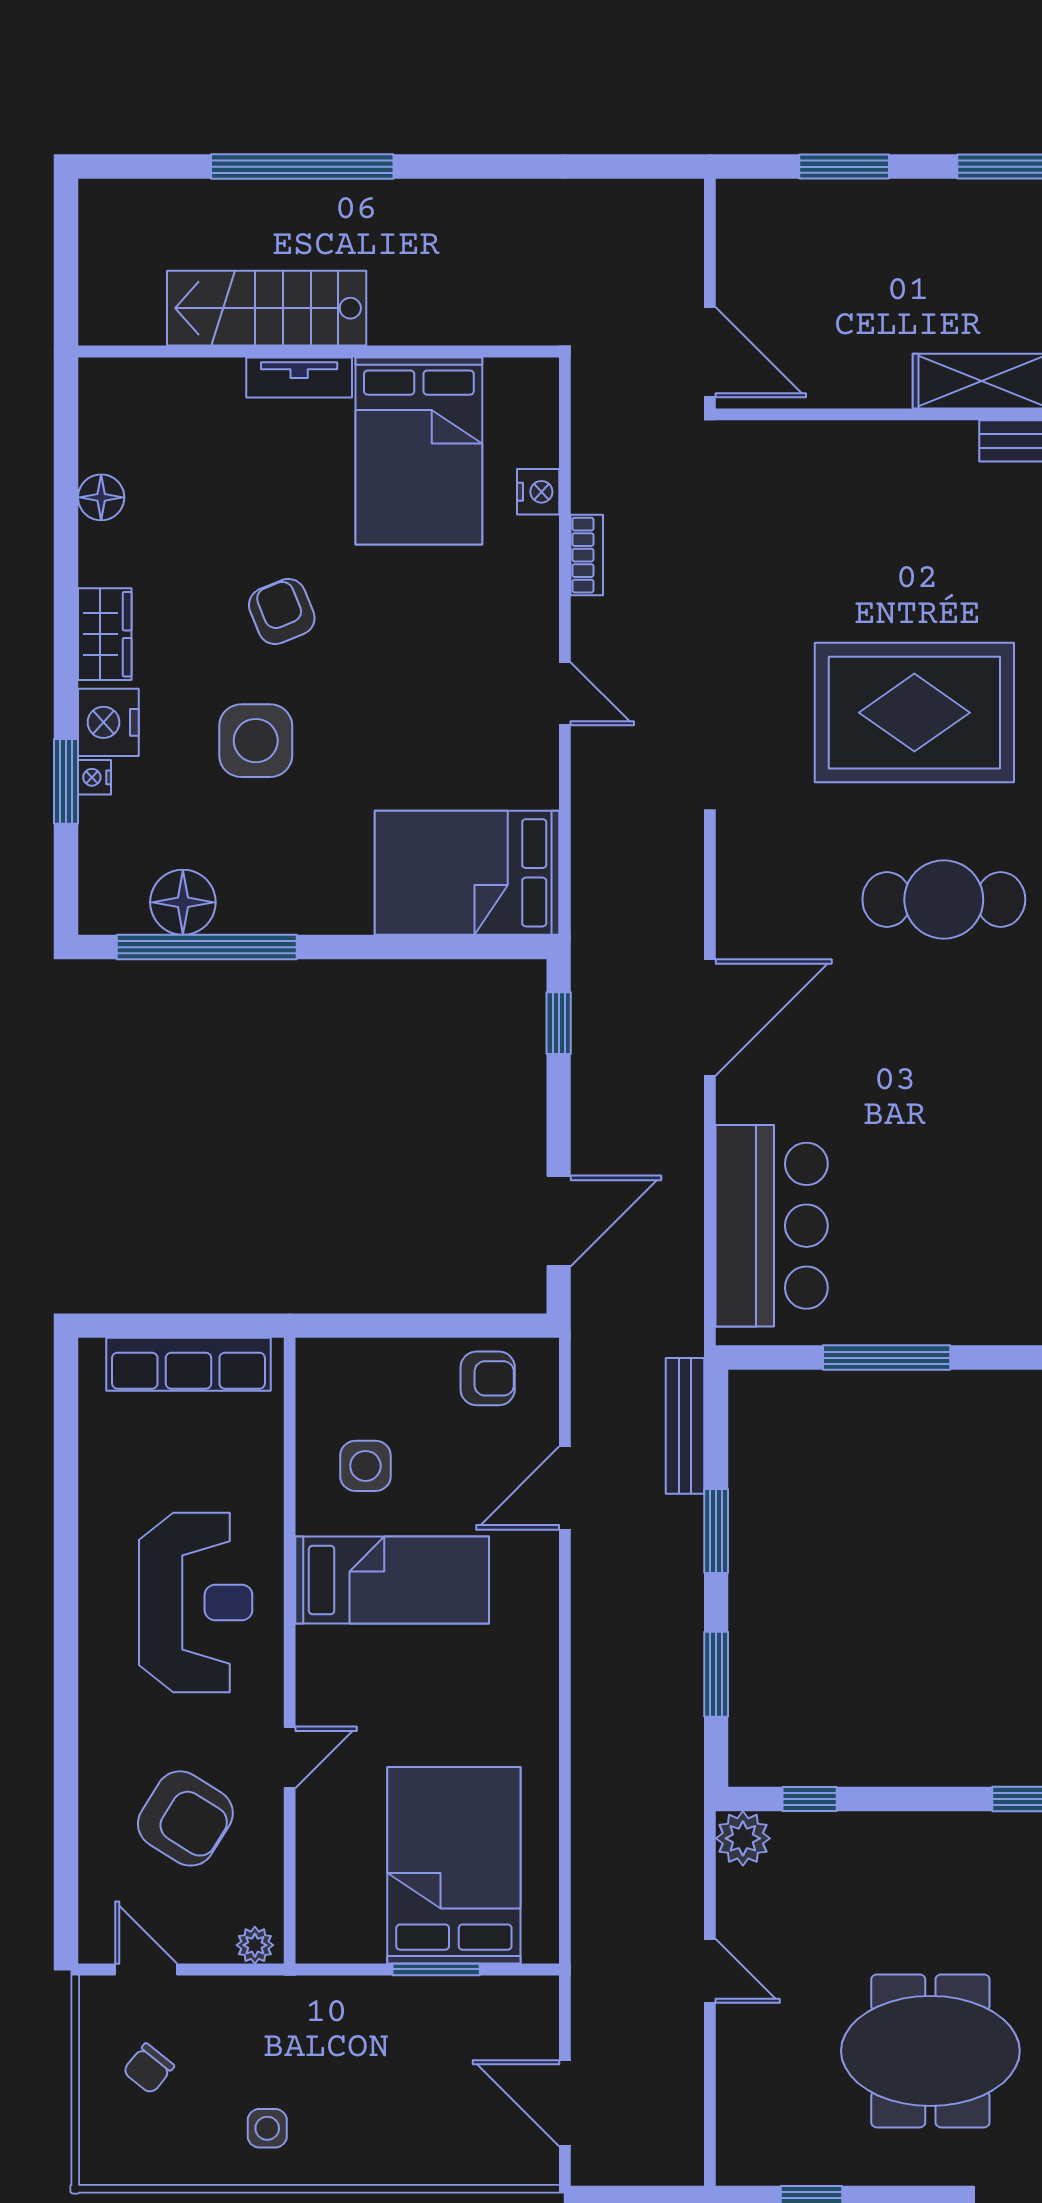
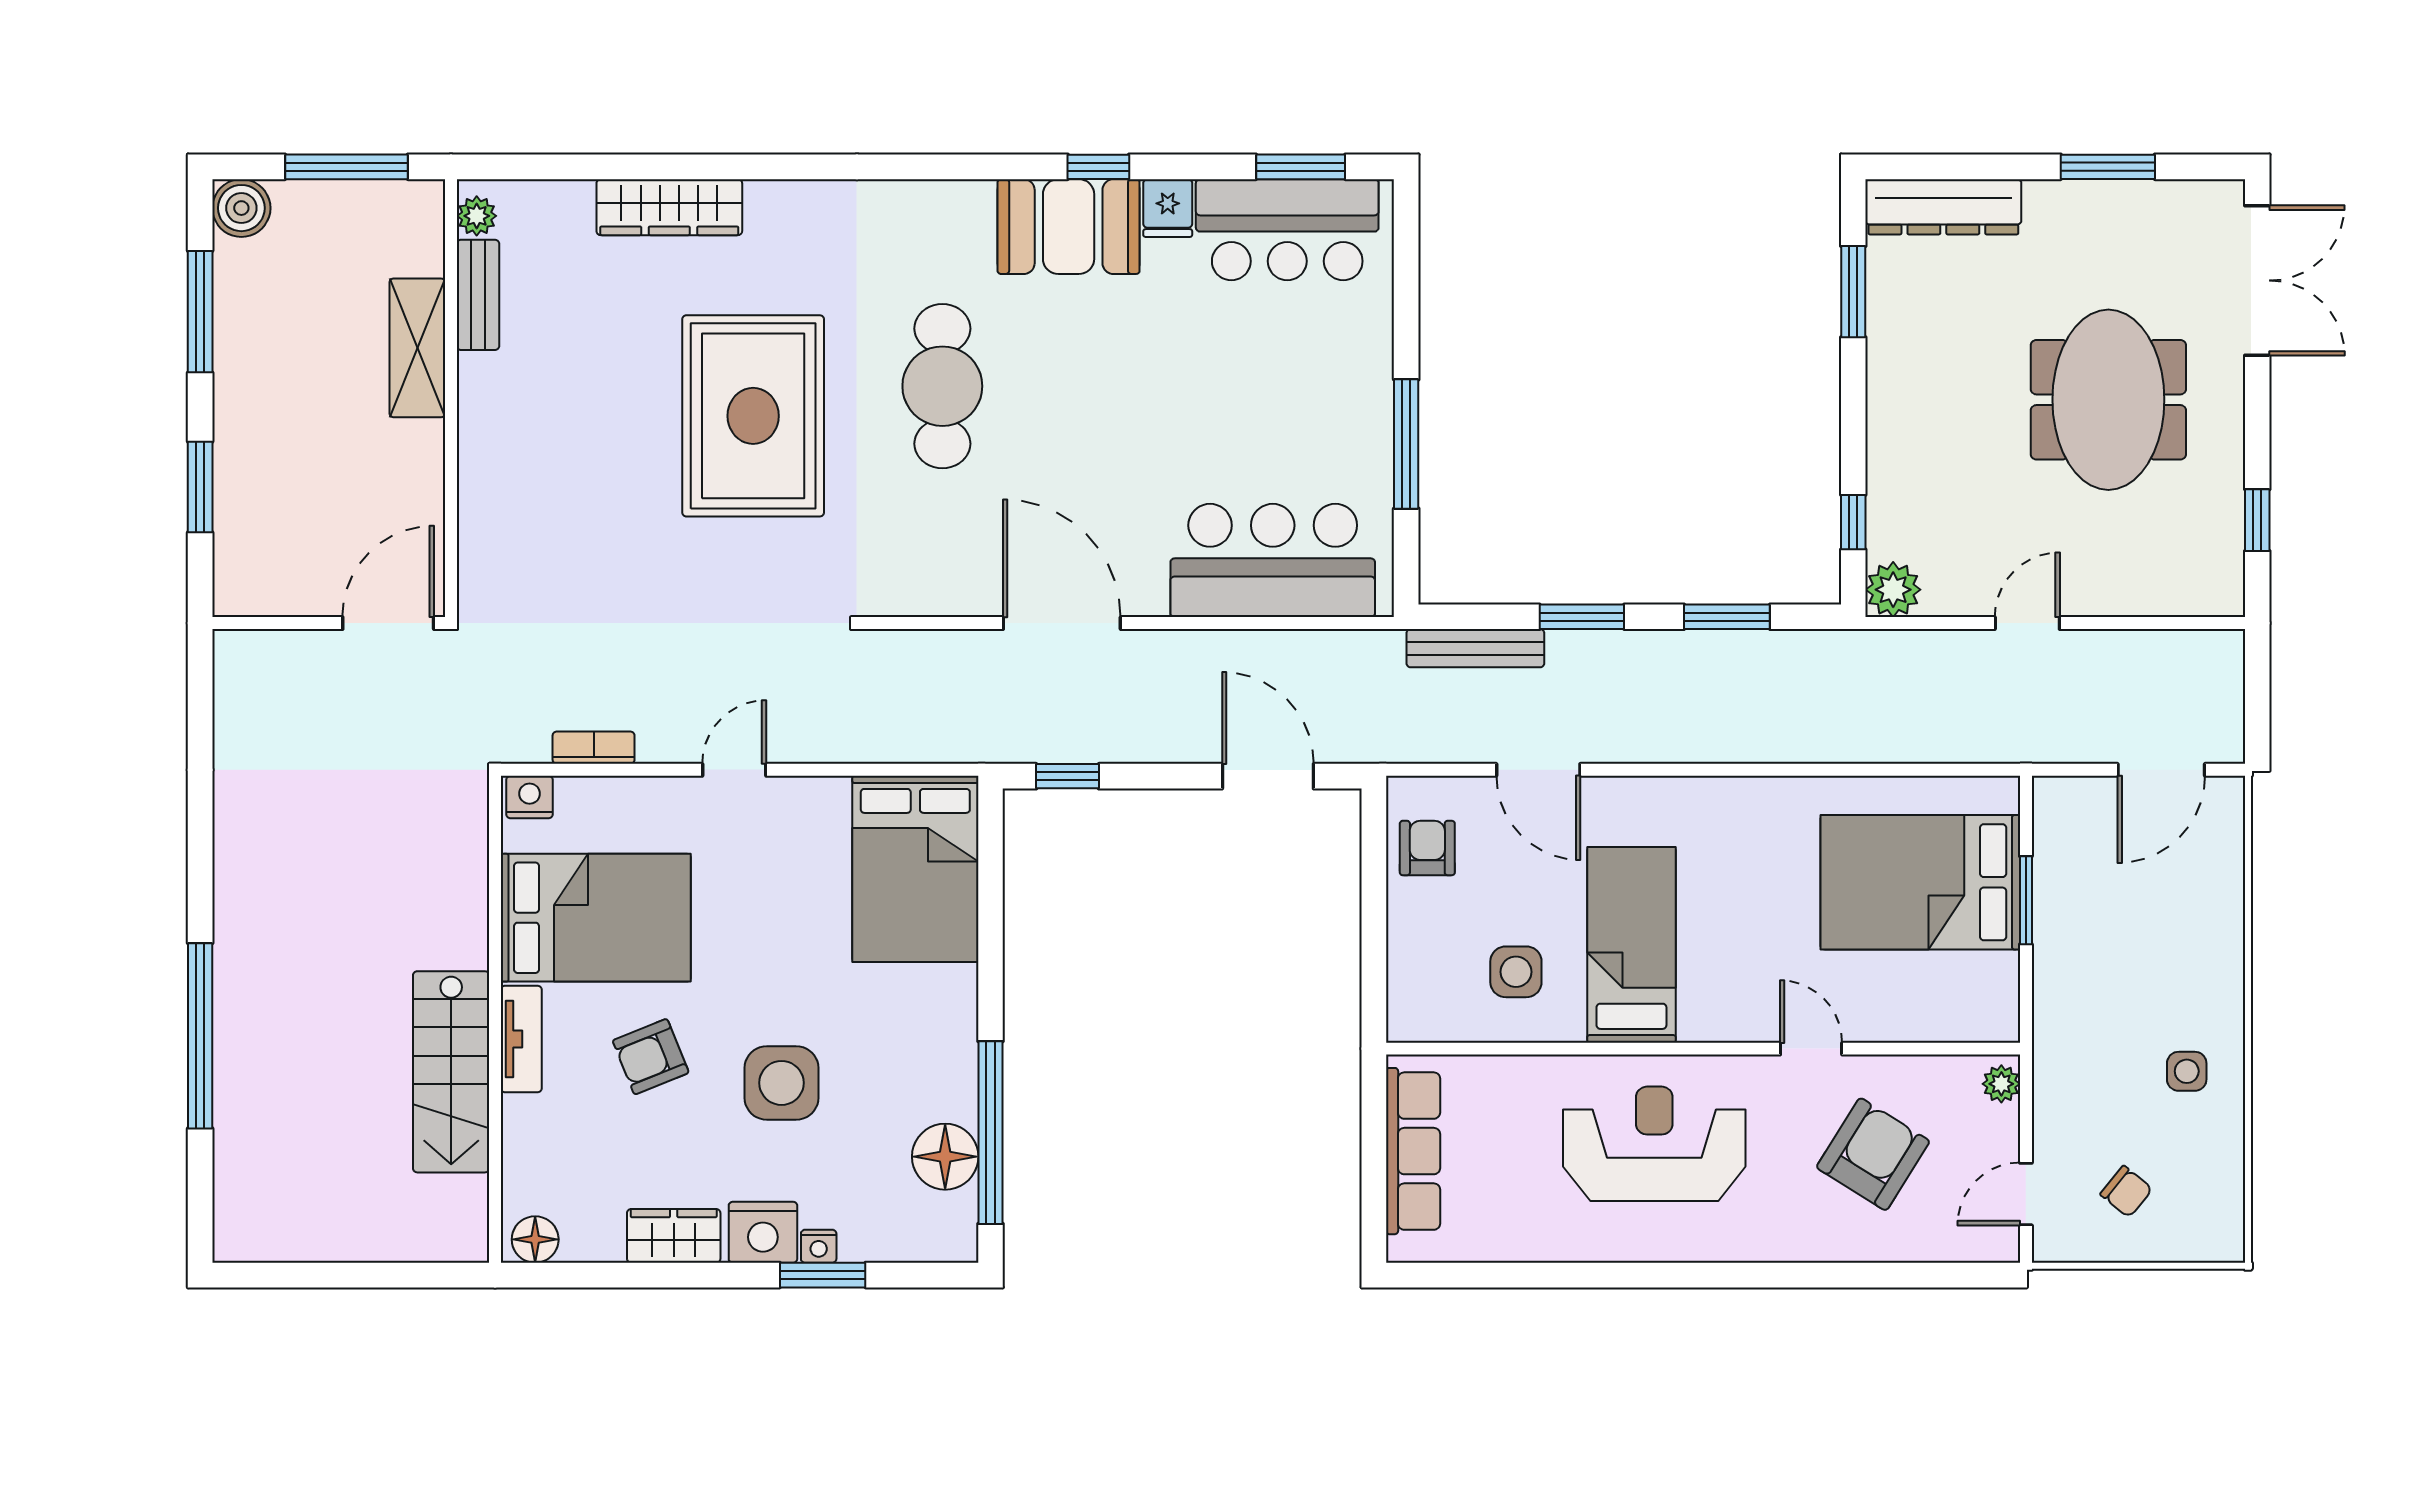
stairs: (267, 308) -> (451, 1072), moved
wall: (319, 352) -> (495, 1019), moved
tv unit: (299, 377) -> (521, 1039), moved
bed: (419, 451) -> (596, 918), moved

